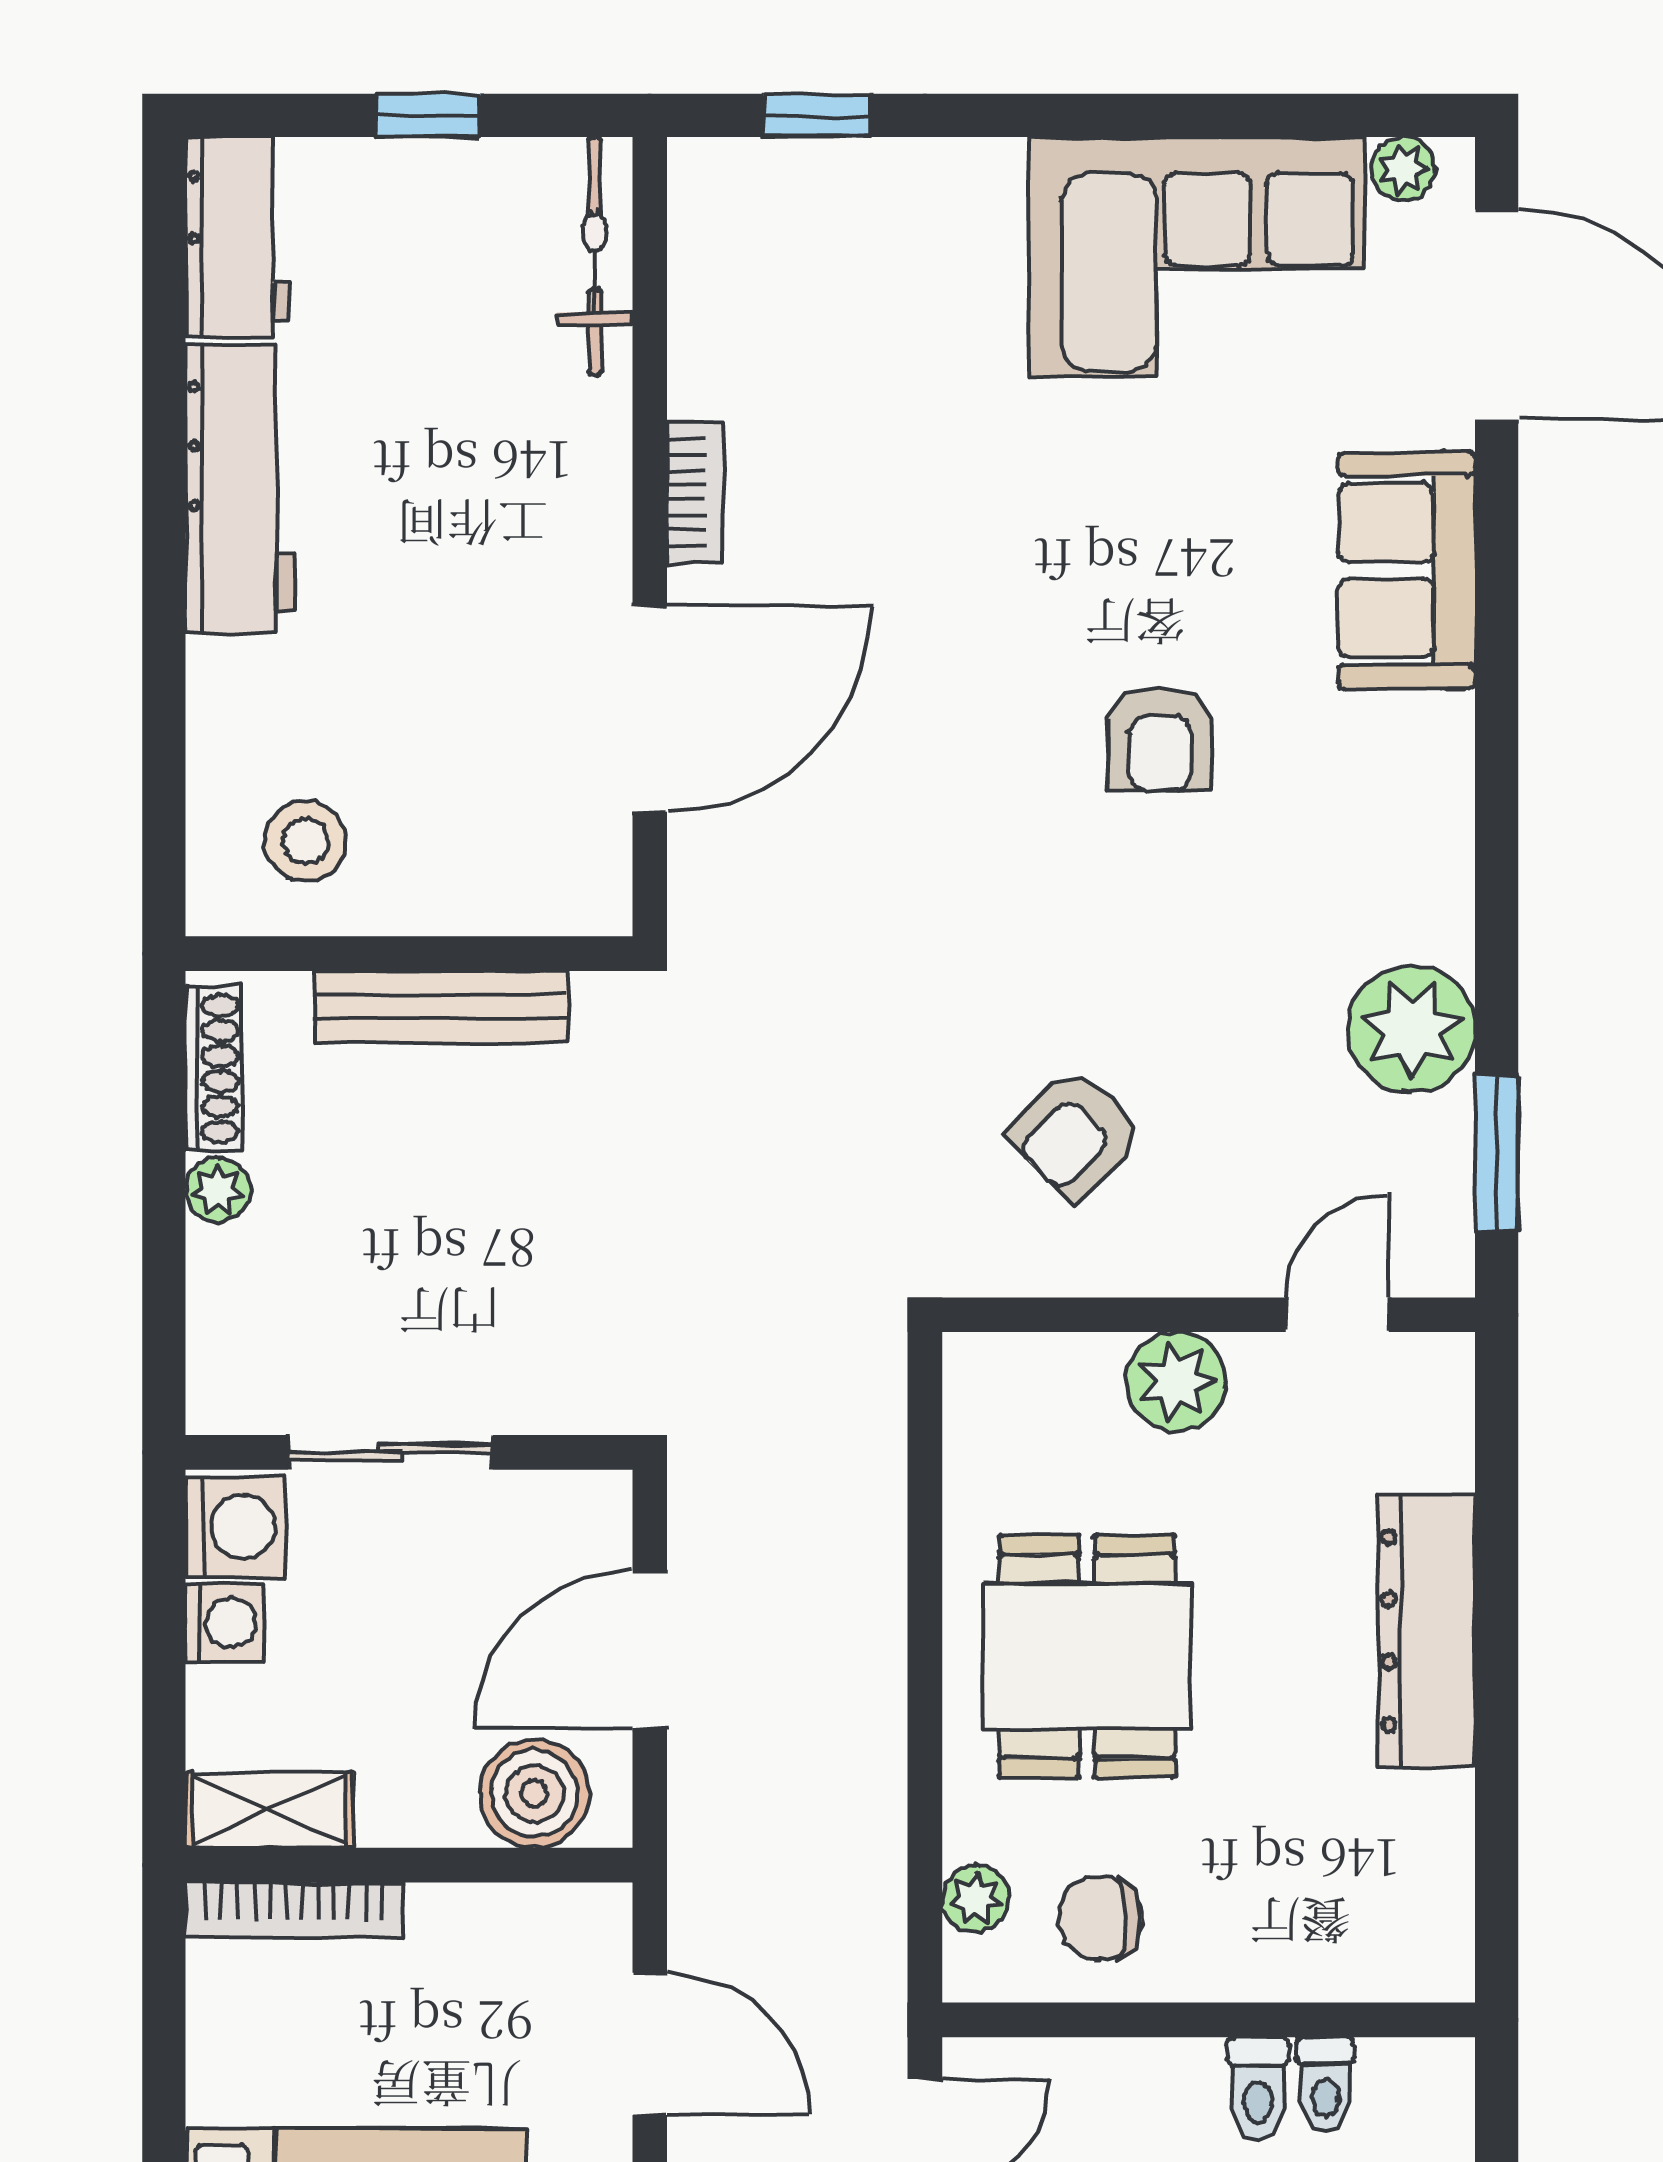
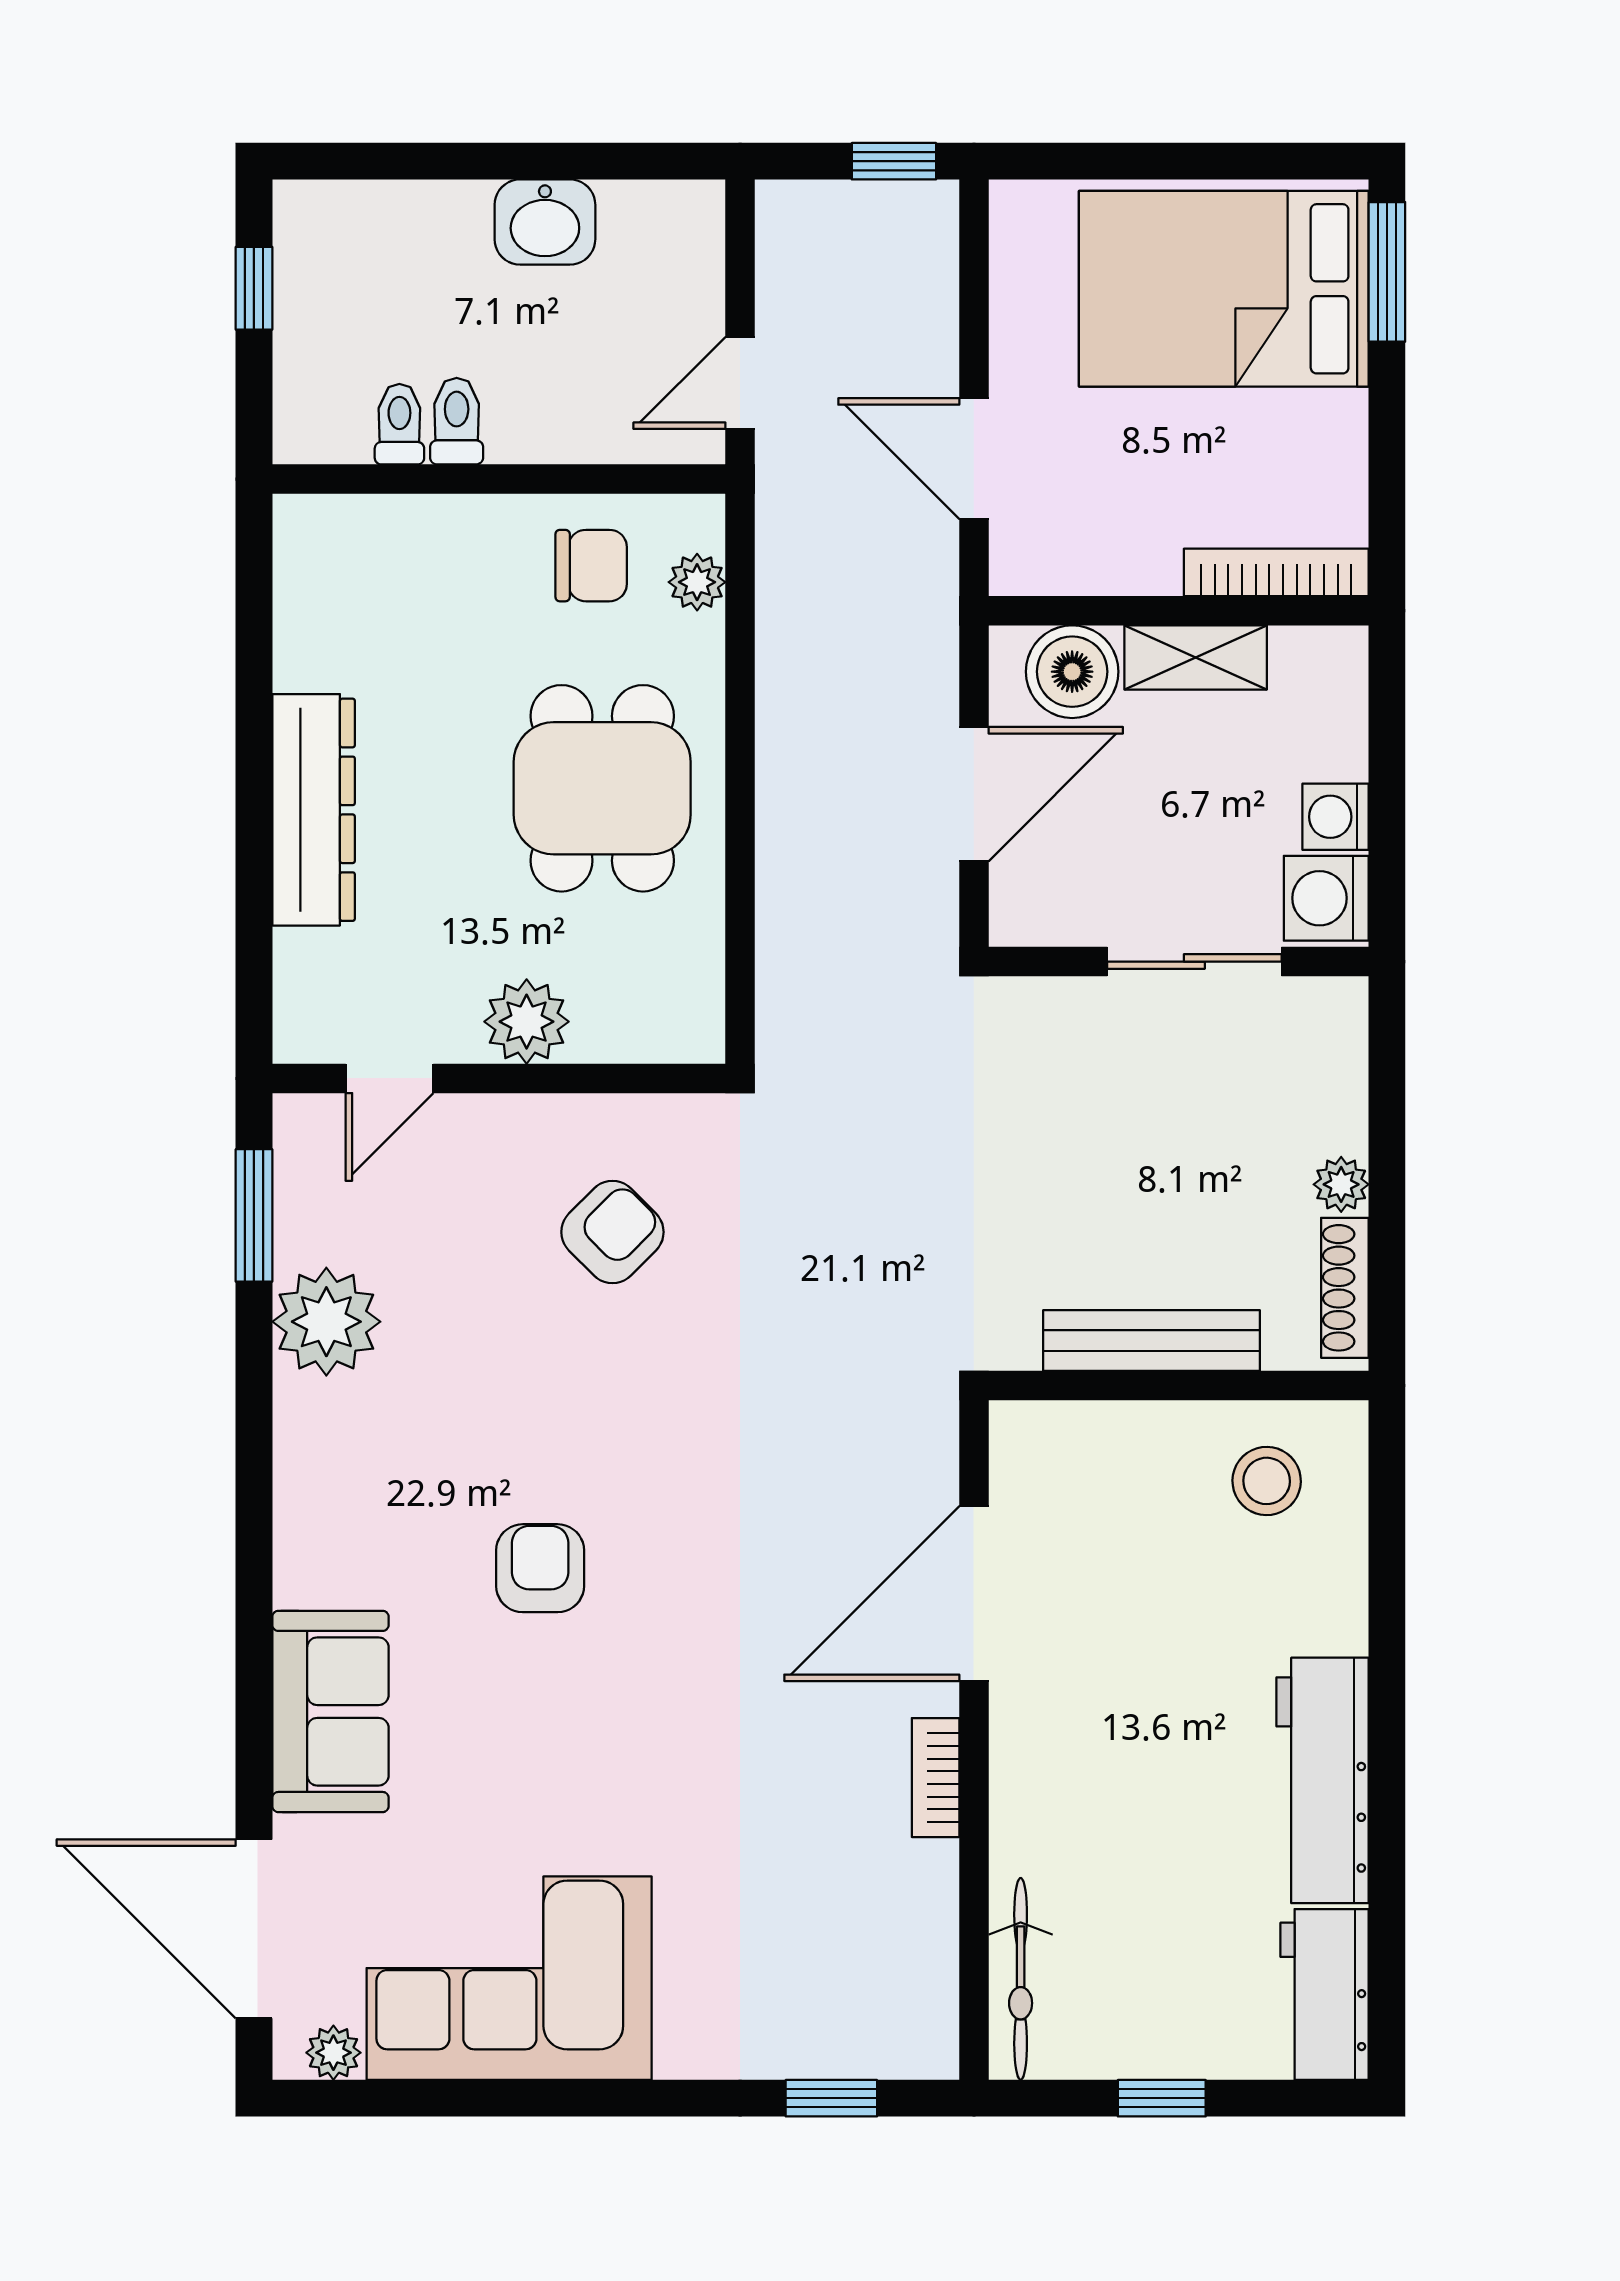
shelving: (269, 1810) -> (1196, 657), moved

